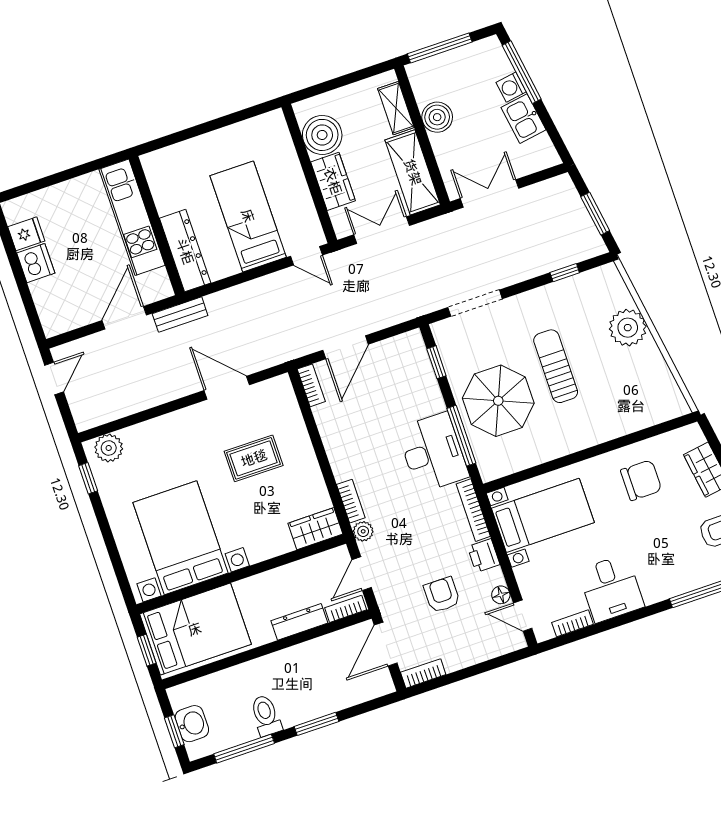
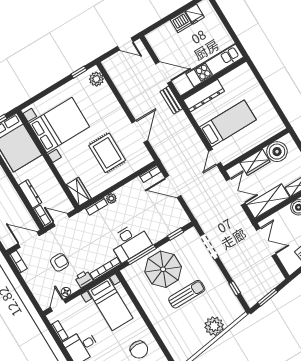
rug: (254, 458) -> (107, 153), width x1.36, depth x1.43
plant: (363, 531) -> (111, 199), moved

